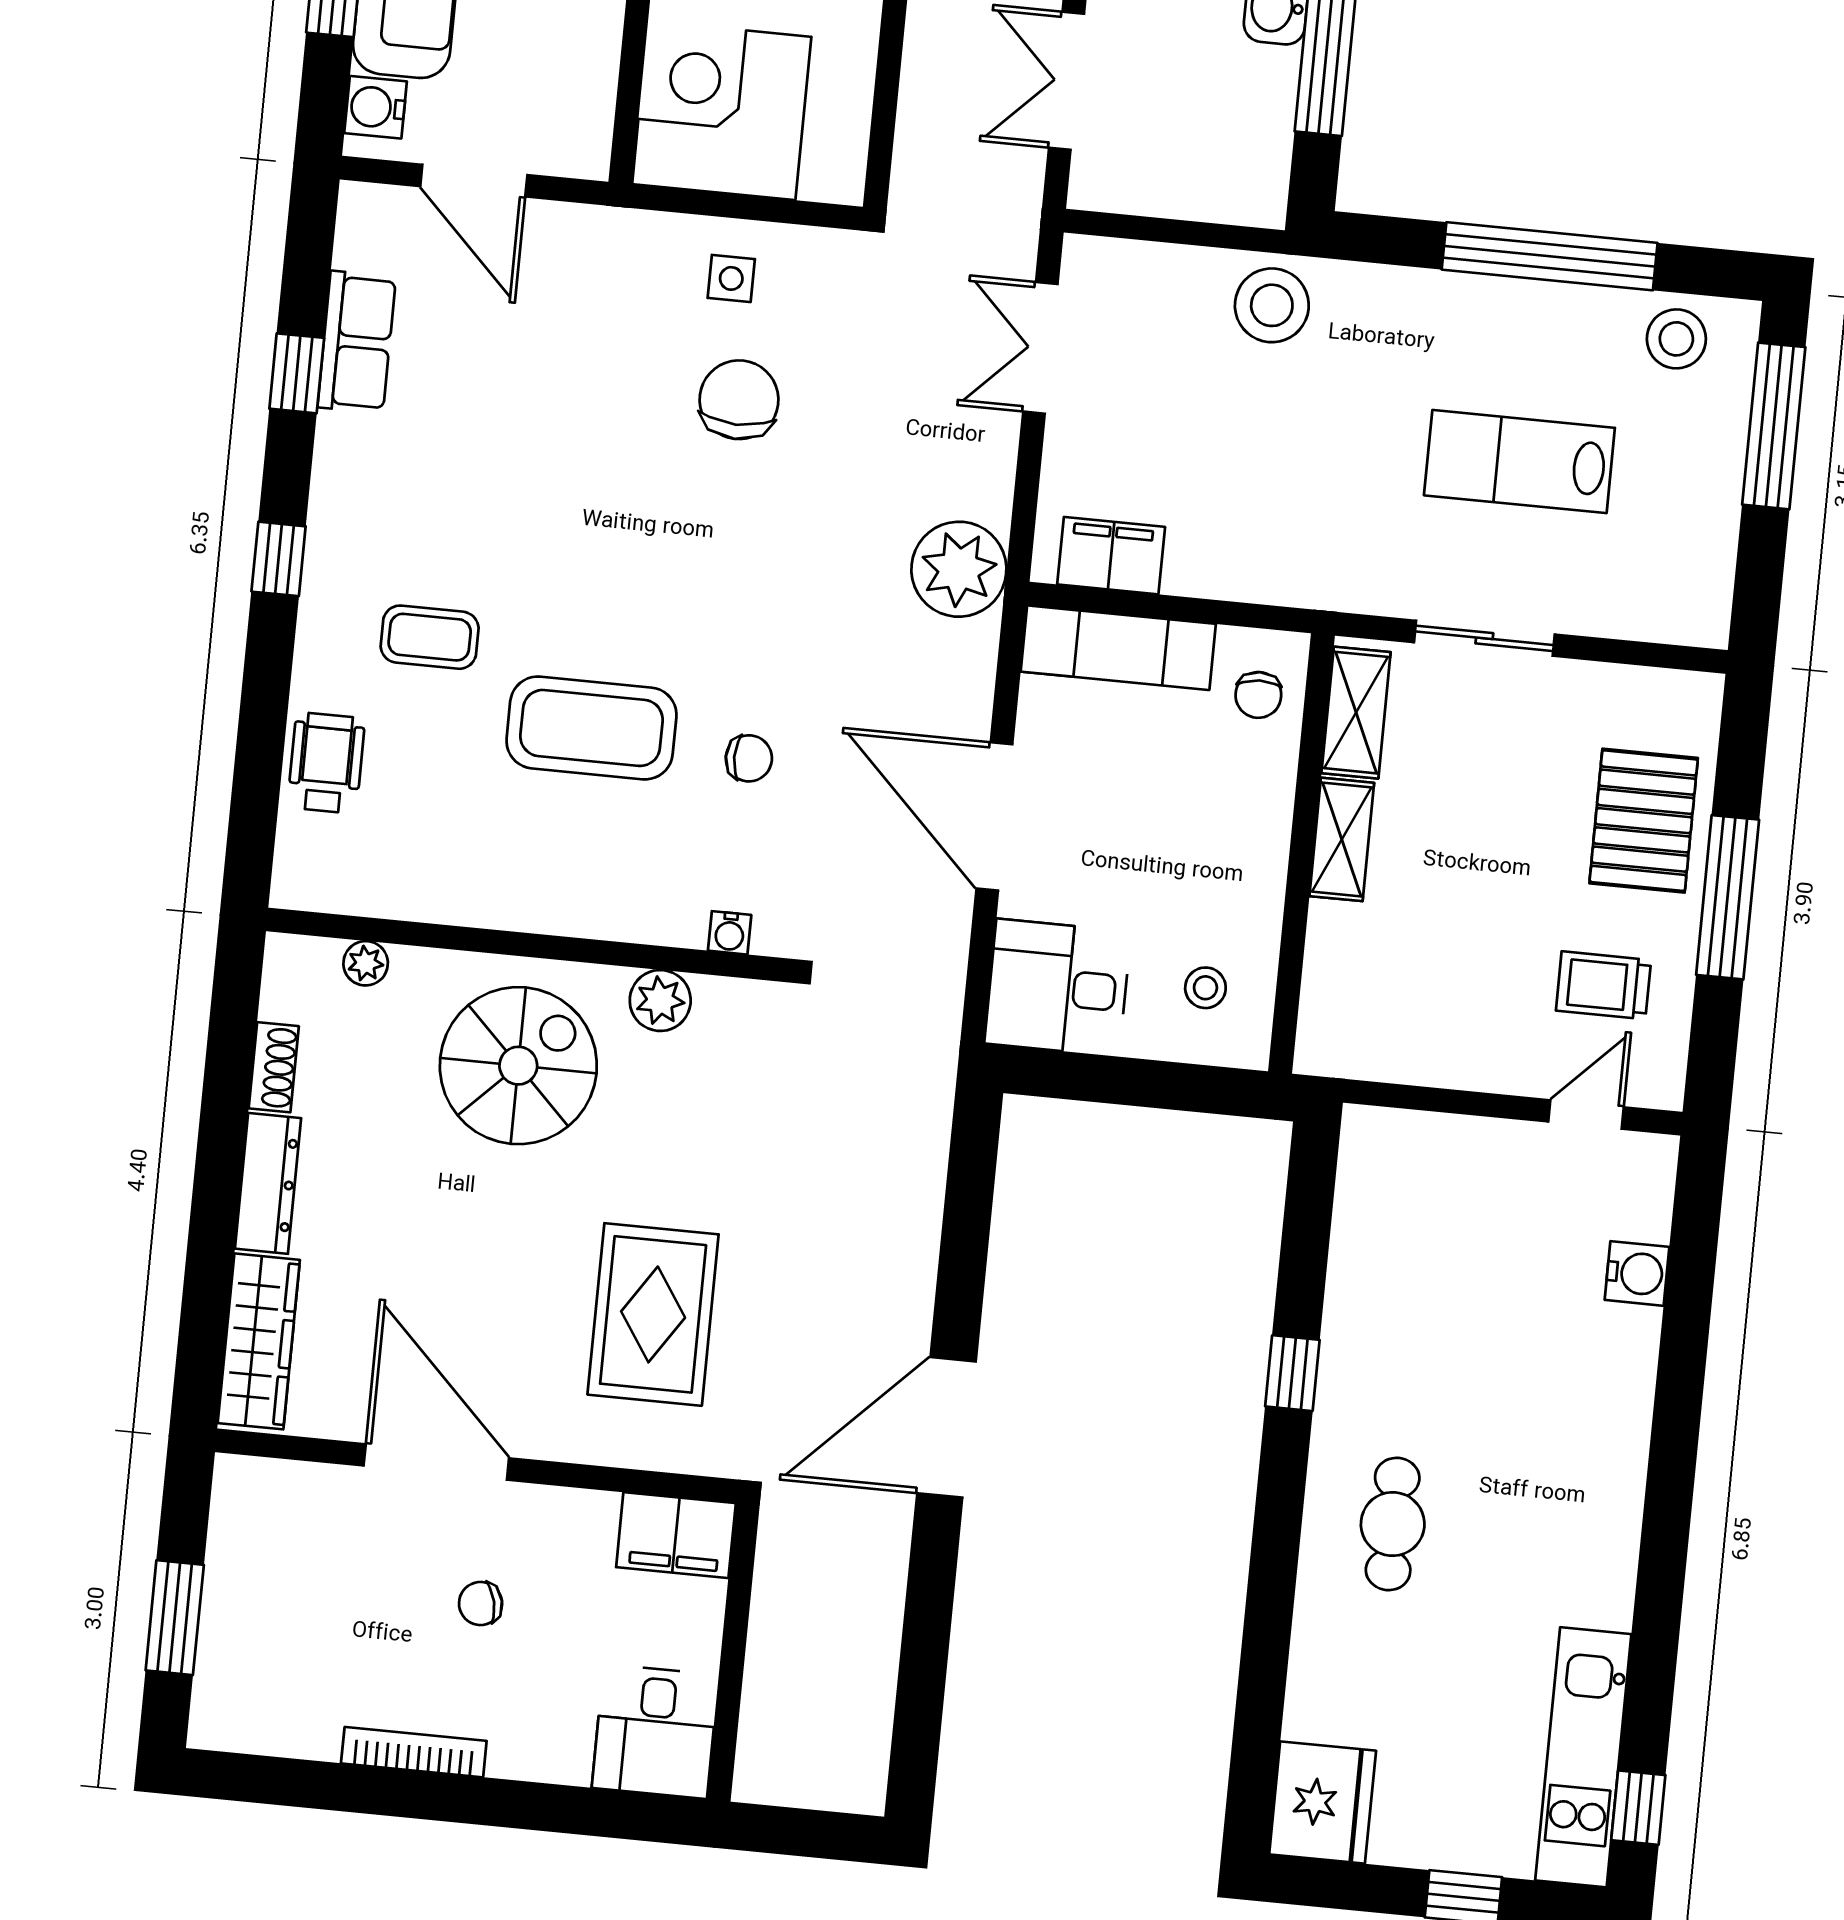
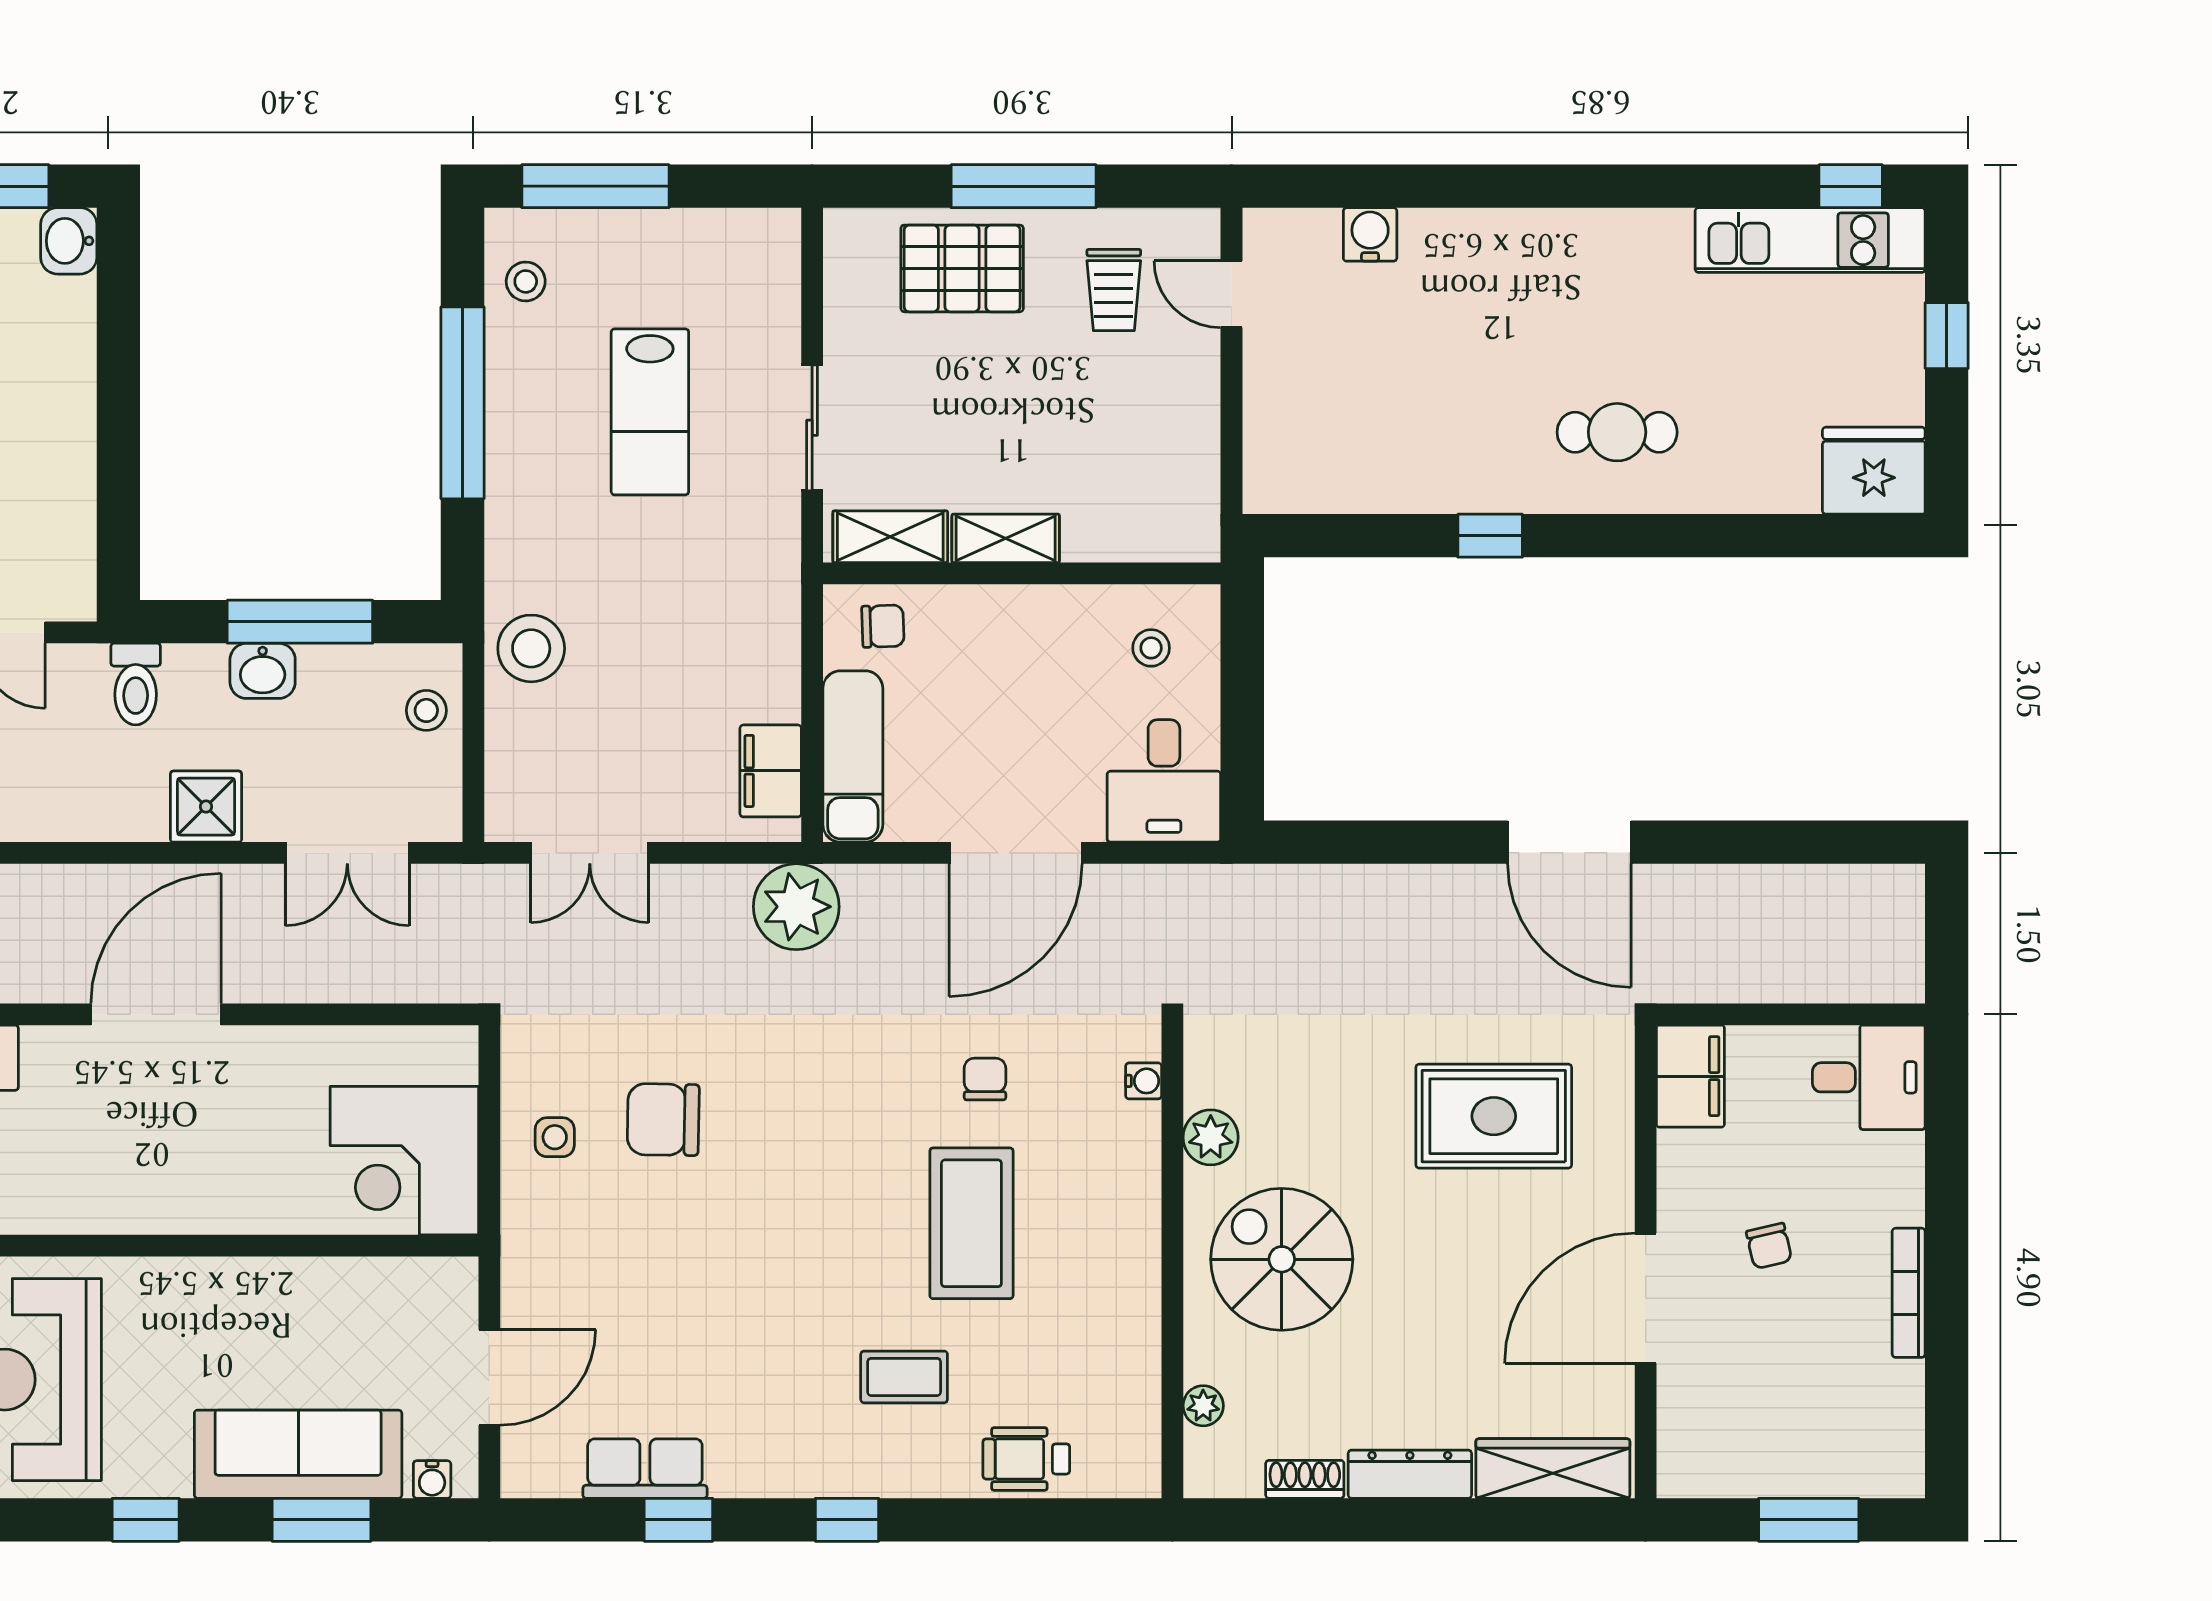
water cooler: (376, 107) -> (432, 1480), width x0.72, depth x0.72
stool: (1215, 183) -> (426, 710), added
stool: (1676, 339) -> (526, 281), width x0.73, depth x0.73
coffee table: (430, 637) -> (904, 1377), turned 90

